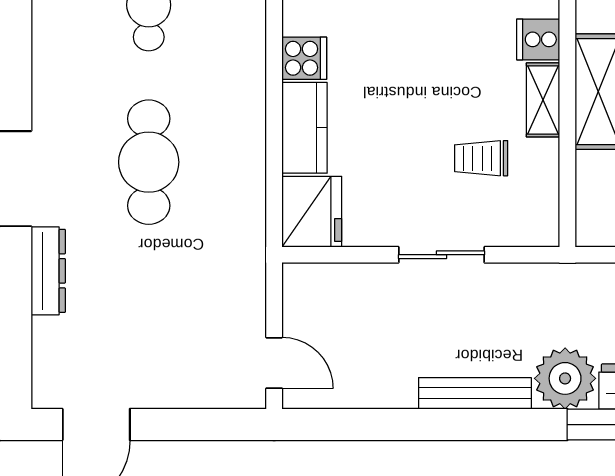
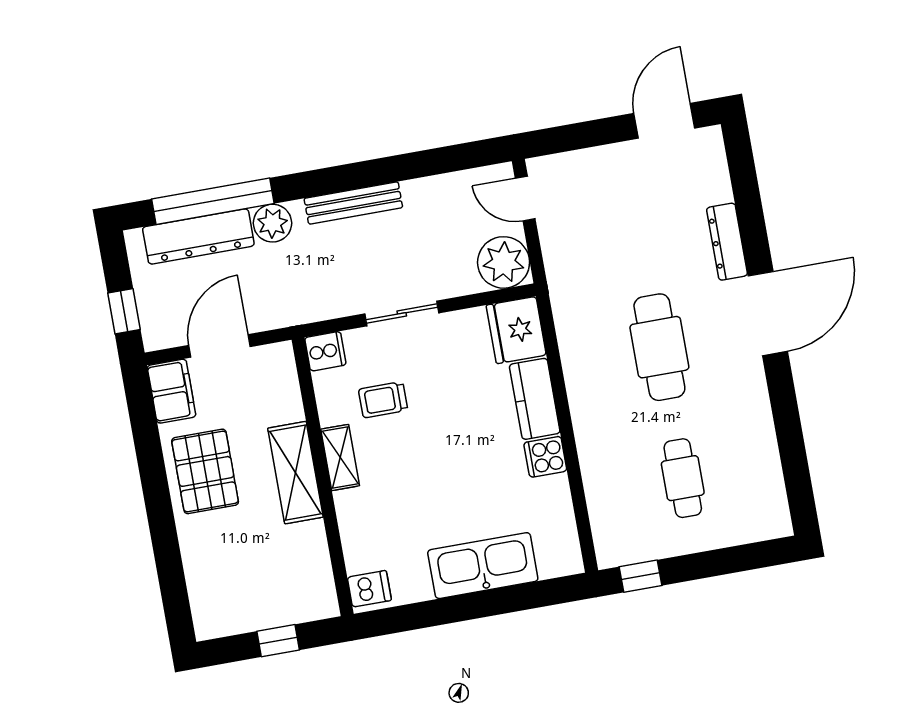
cooker: (538, 39) -> (325, 351), moved
trolley: (481, 158) -> (383, 400), turned 180
plant: (312, 293) -> (504, 262), added
plant: (565, 378) -> (272, 223), width x0.73, depth x0.73

